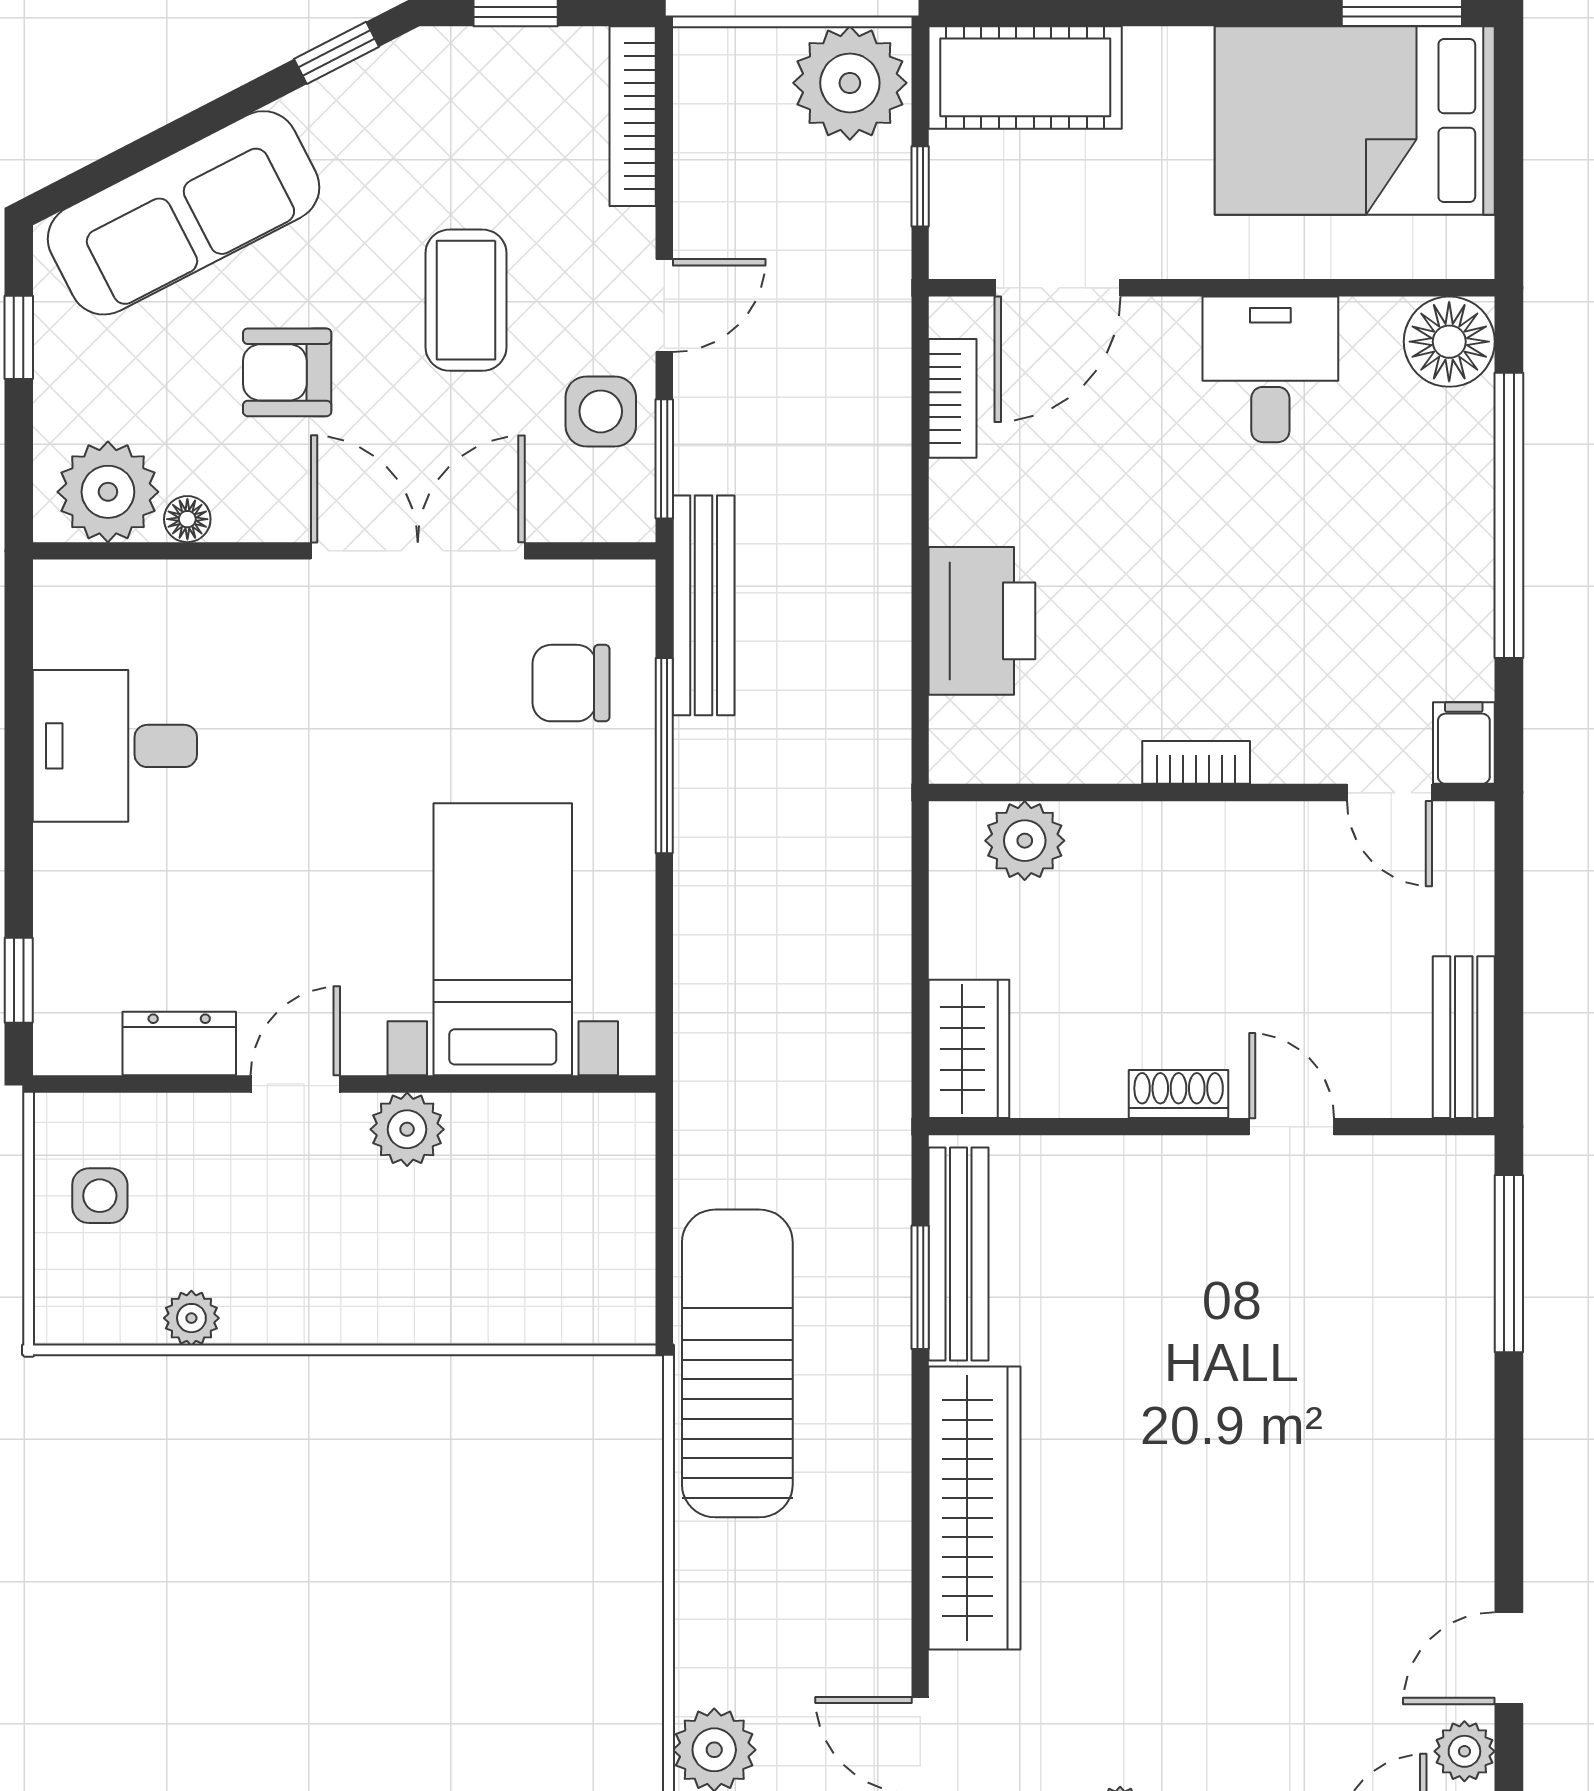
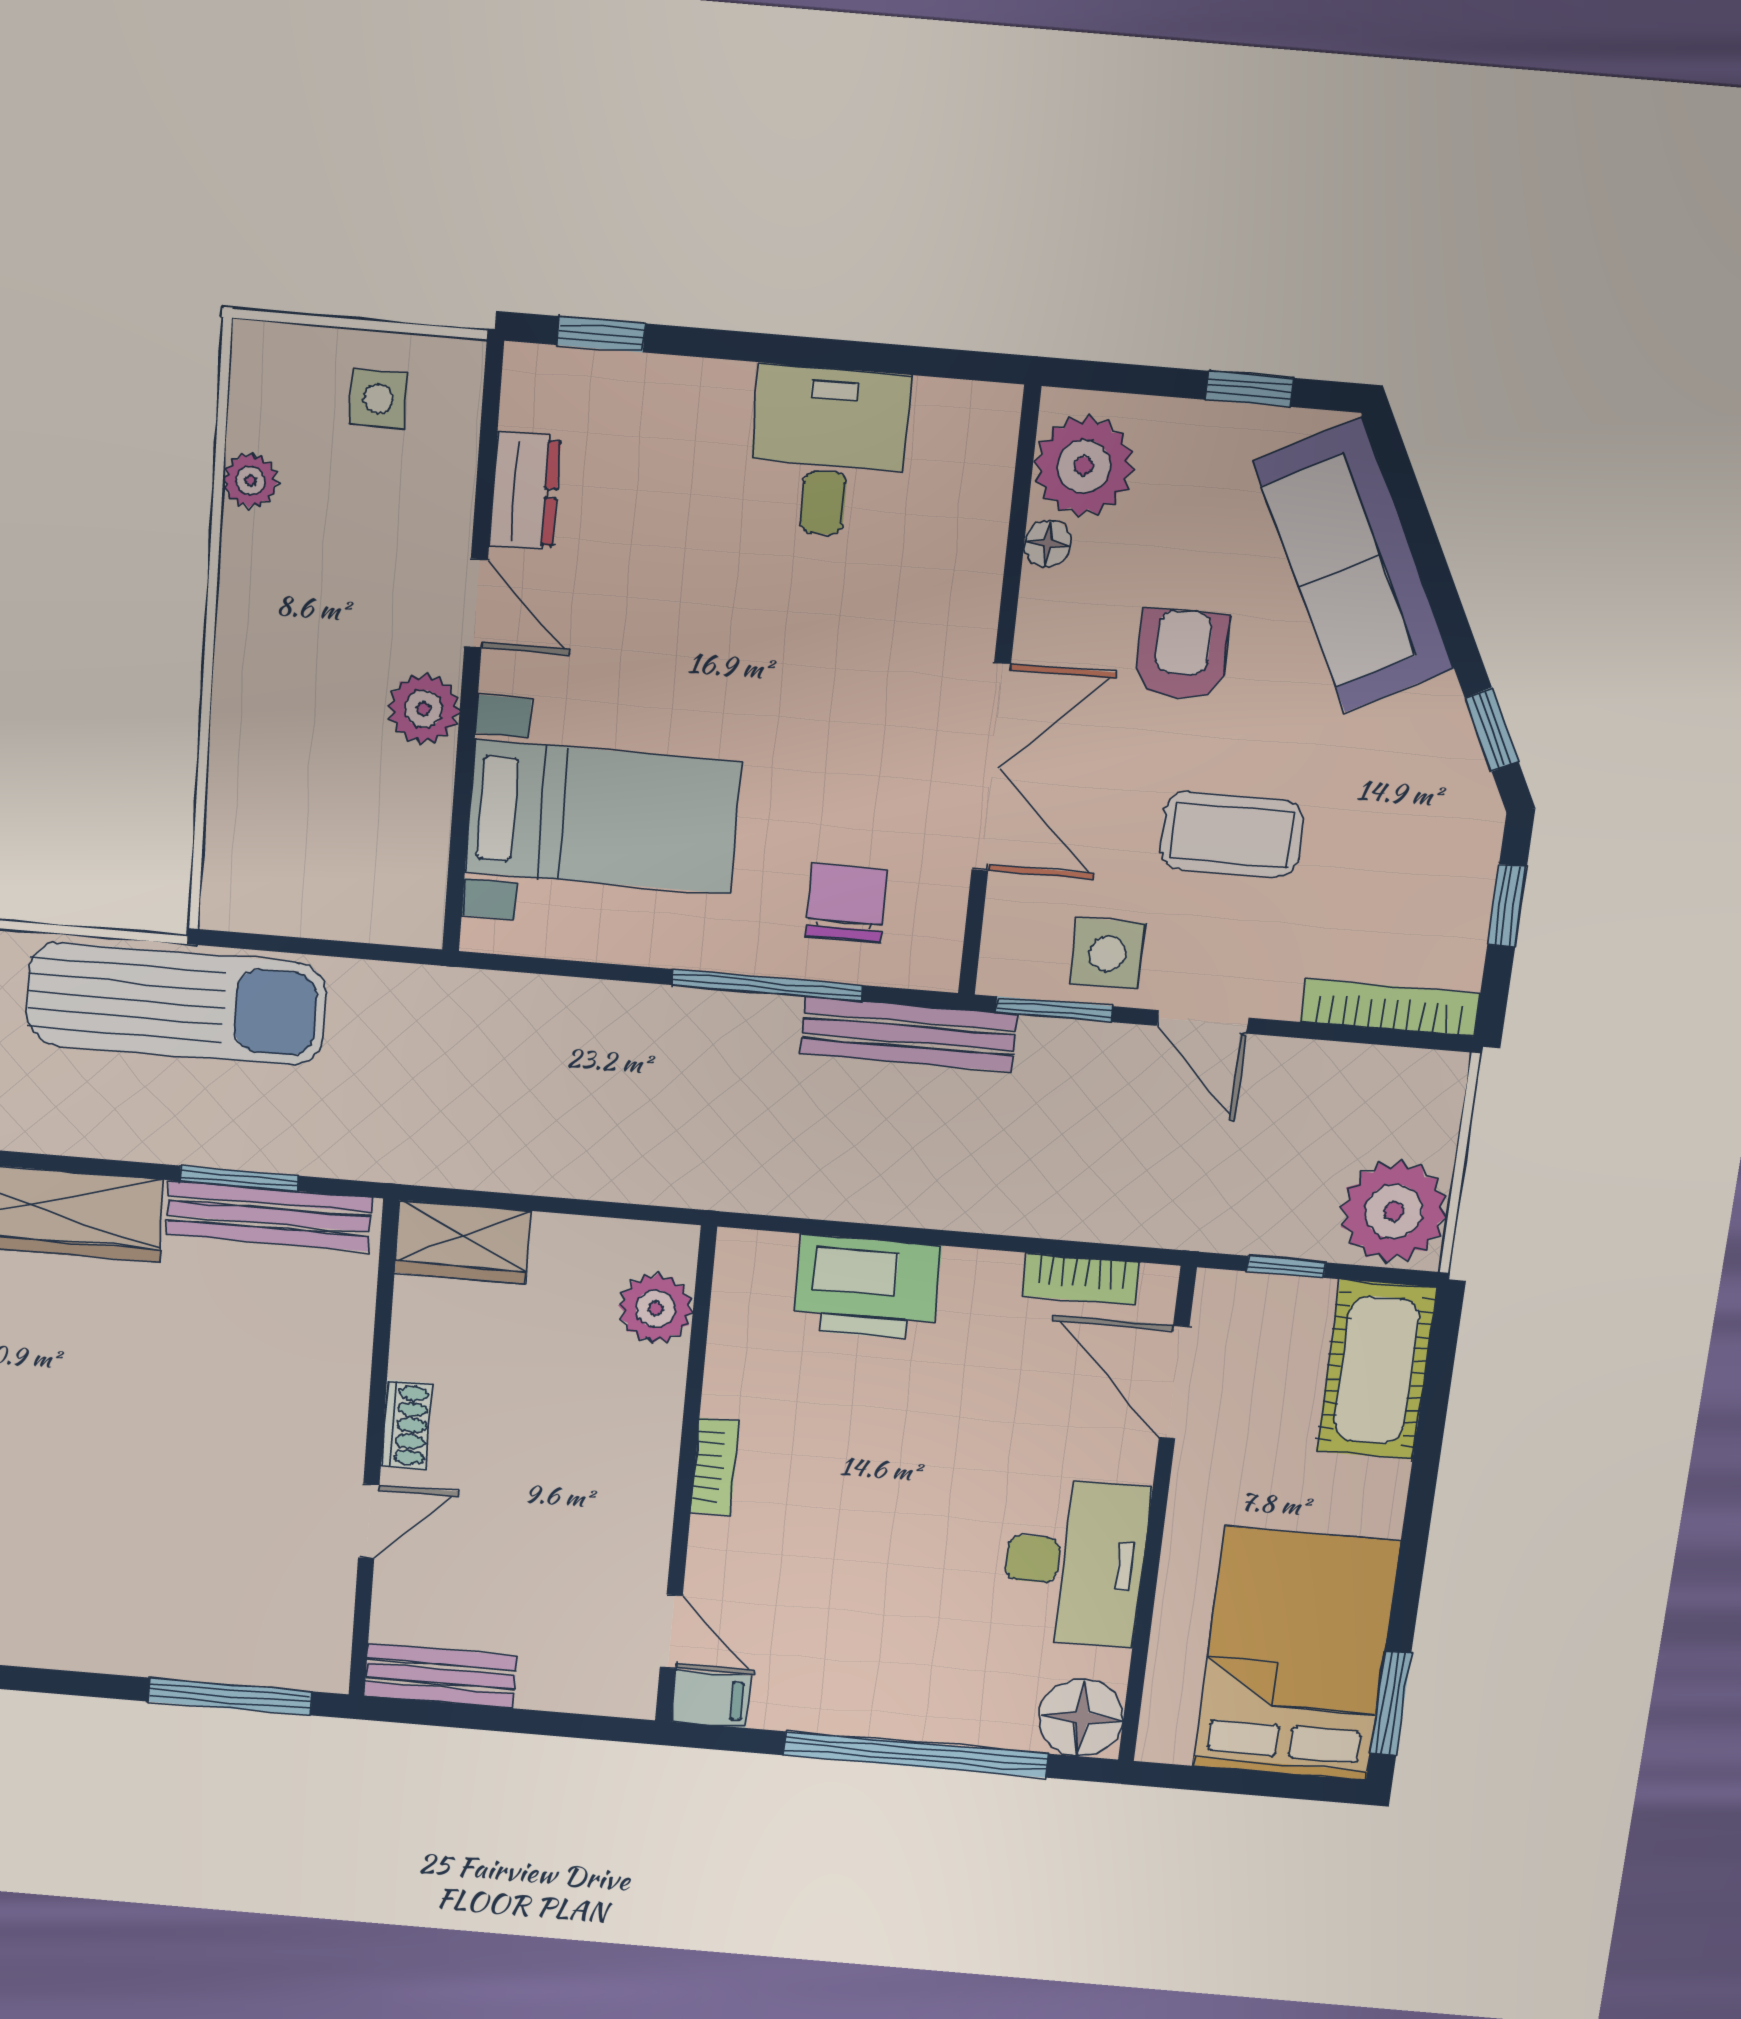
desk: (1270, 369) -> (1074, 1562), width x1.37
door: (1389, 793) -> (671, 1632), swing flipped

